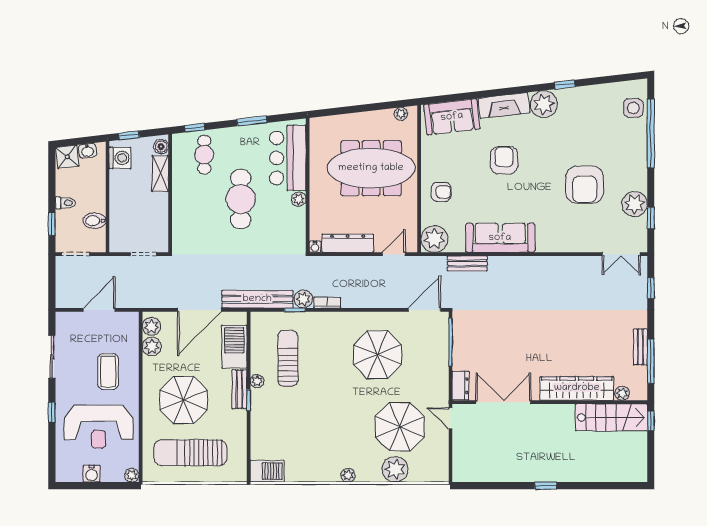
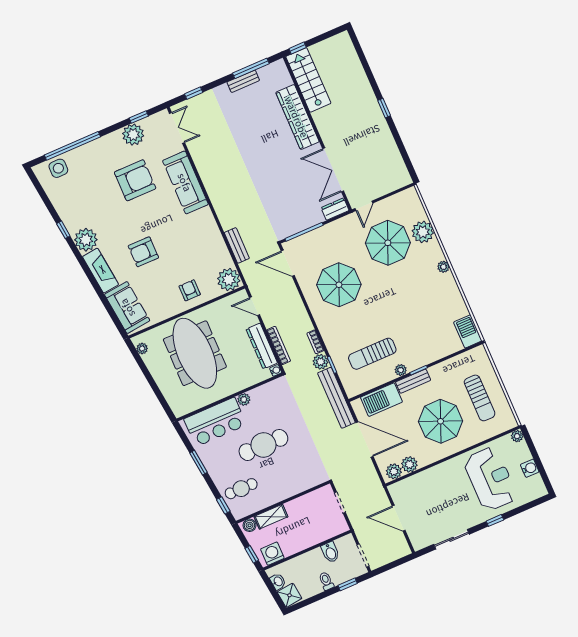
sofa: (500, 238) -> (185, 182), moved
bookcase: (340, 262) -> (279, 345), added
coffee table: (108, 372) -> (444, 490), removed
plant: (622, 393) -> (286, 80), removed
sun lounger: (190, 453) -> (480, 398), width x0.73, depth x0.75

